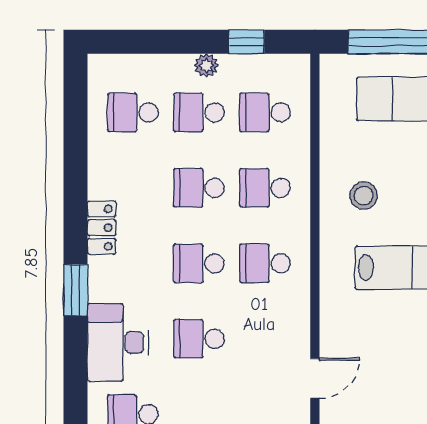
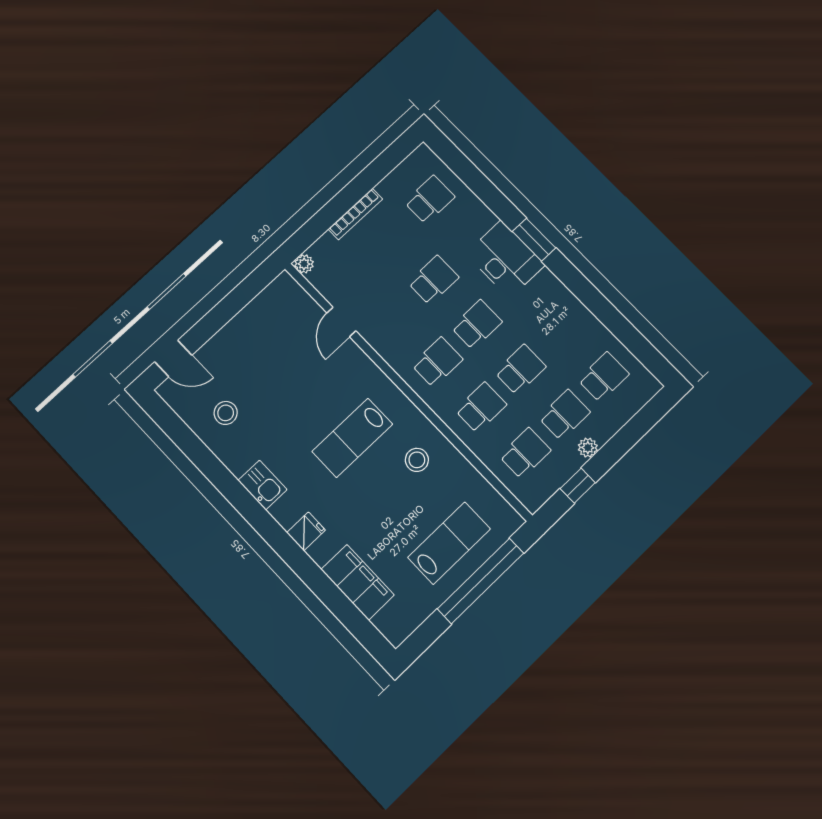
locker: (102, 228) -> (555, 291), removed
desk: (118, 342) -> (505, 259), moved

